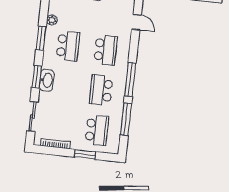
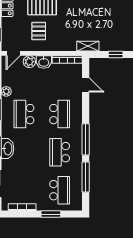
school desk: (68, 46) -> (24, 114), turned 180

